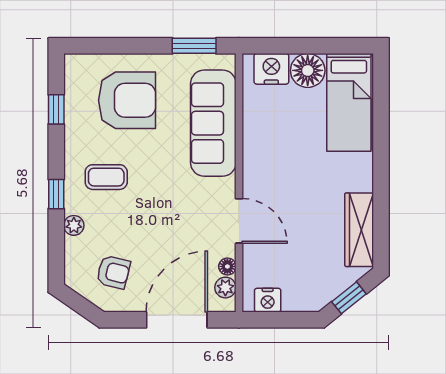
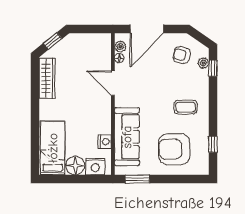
window: (56, 194) -> (213, 68), moved
plant: (74, 225) -> (203, 63), moved
nightstand: (268, 300) -> (105, 142), moved, turned 90

